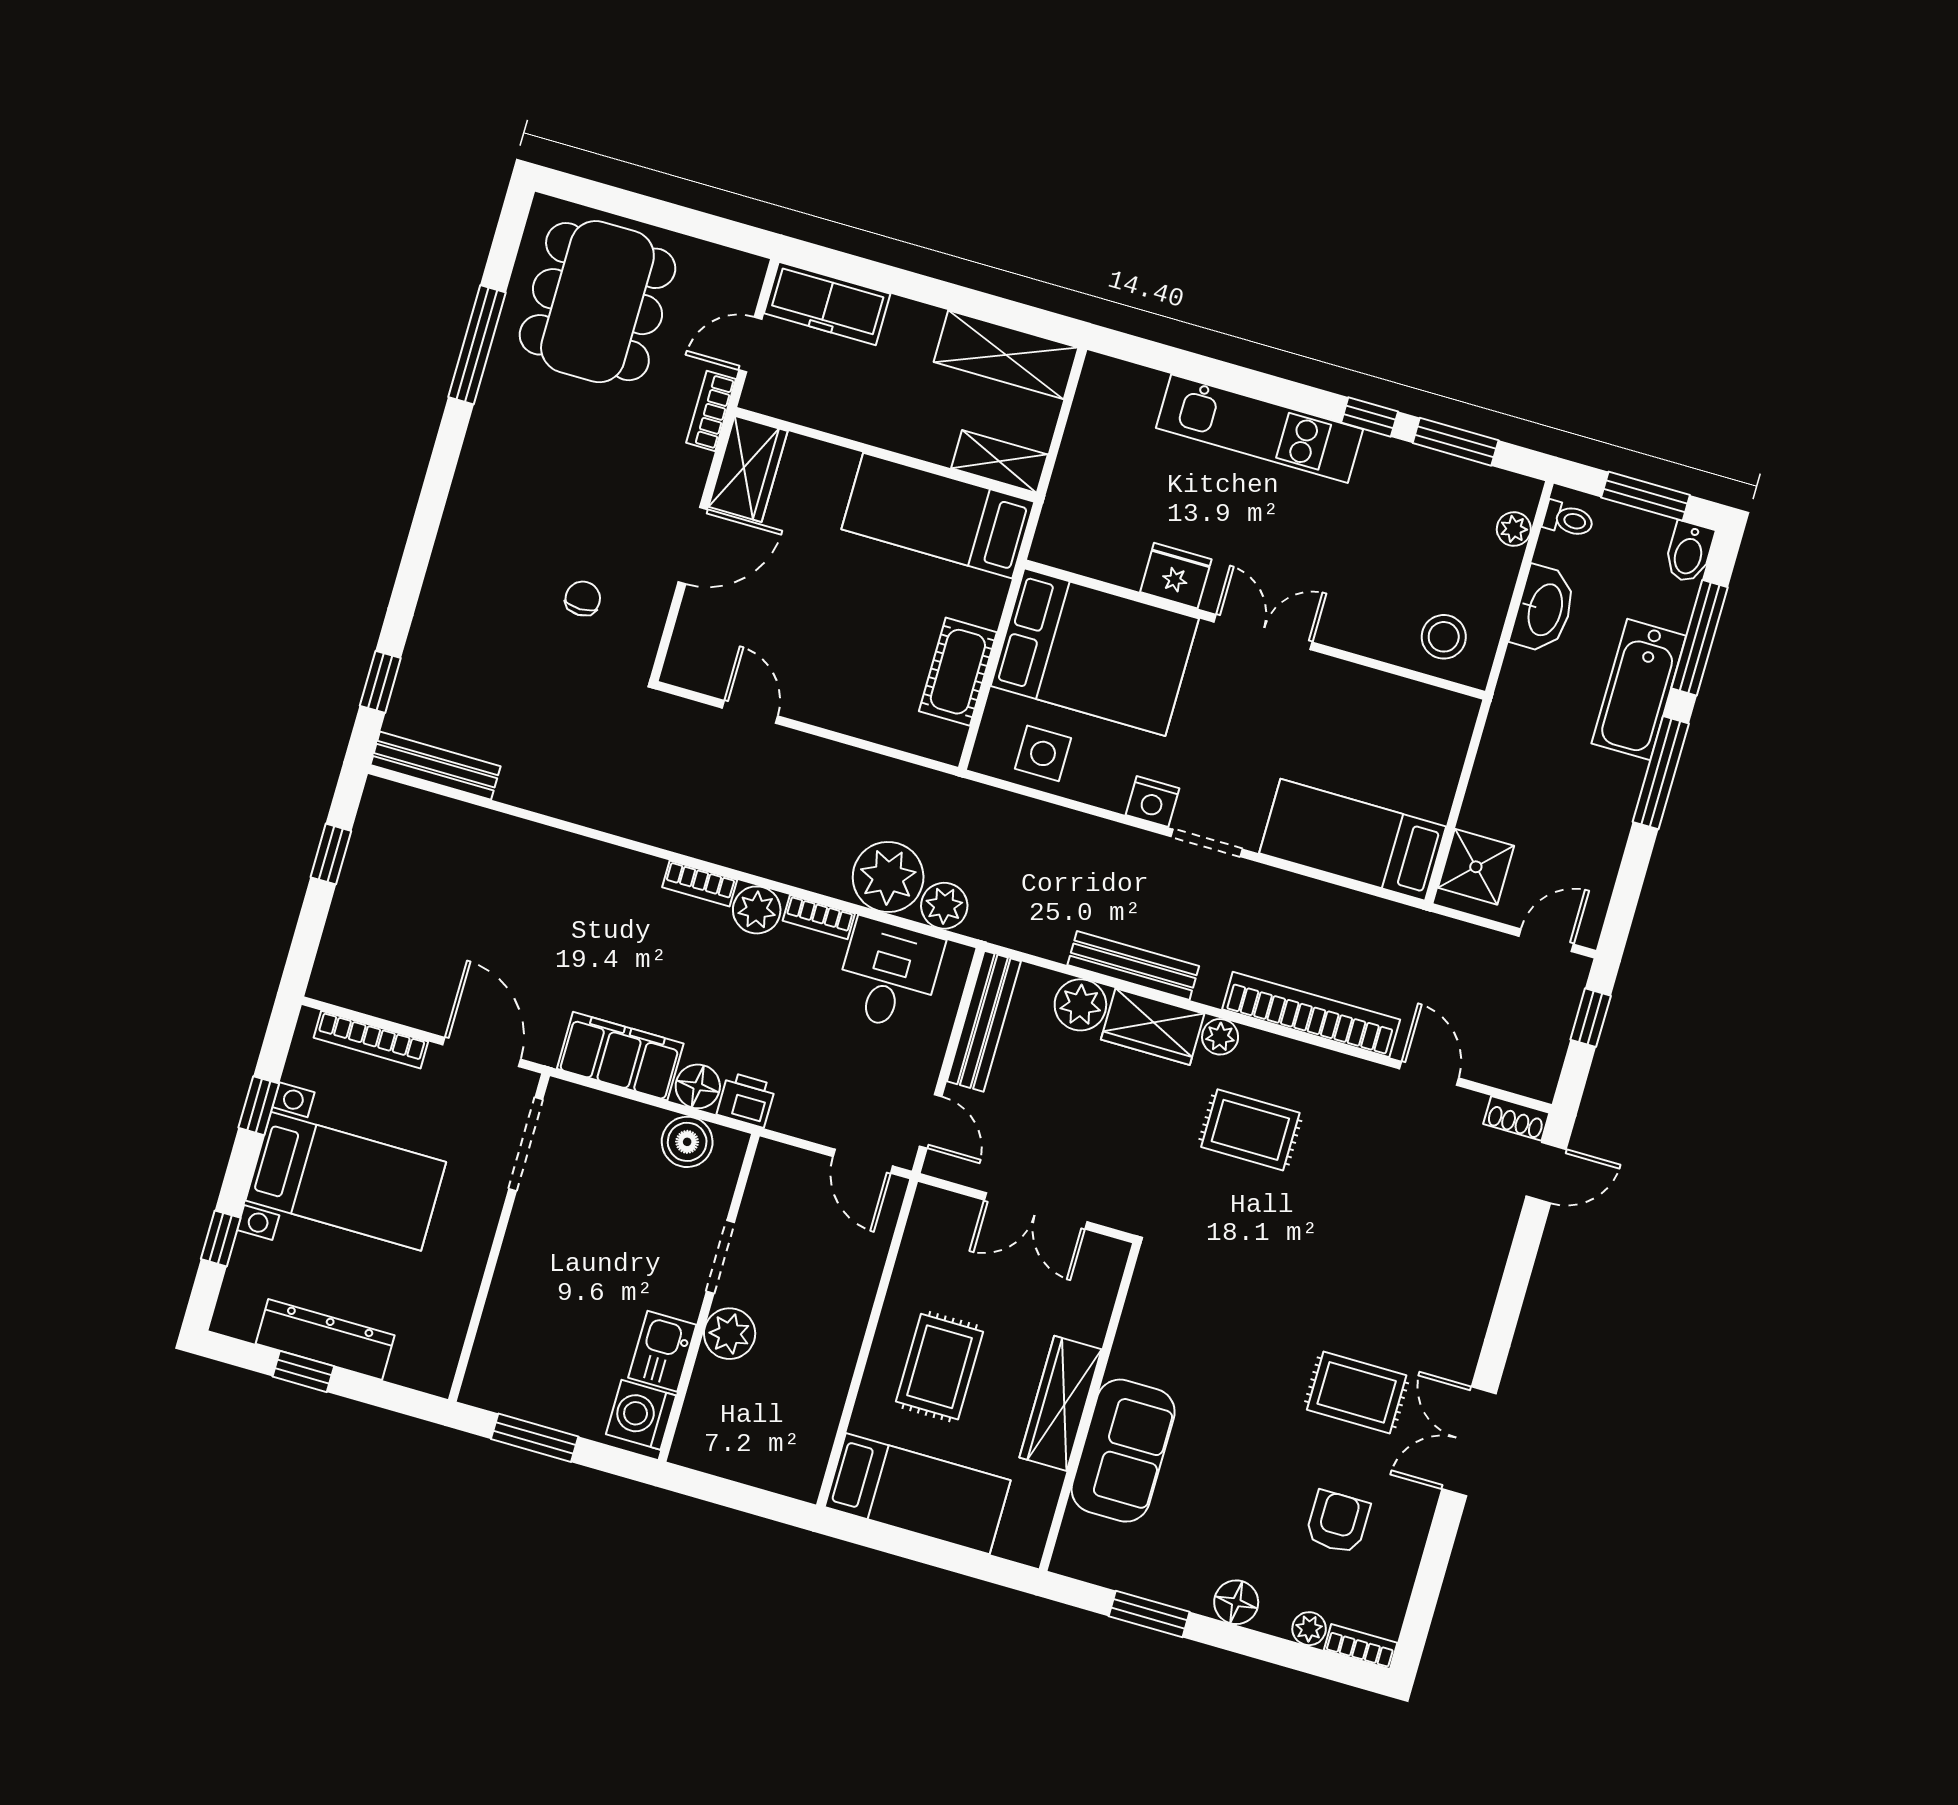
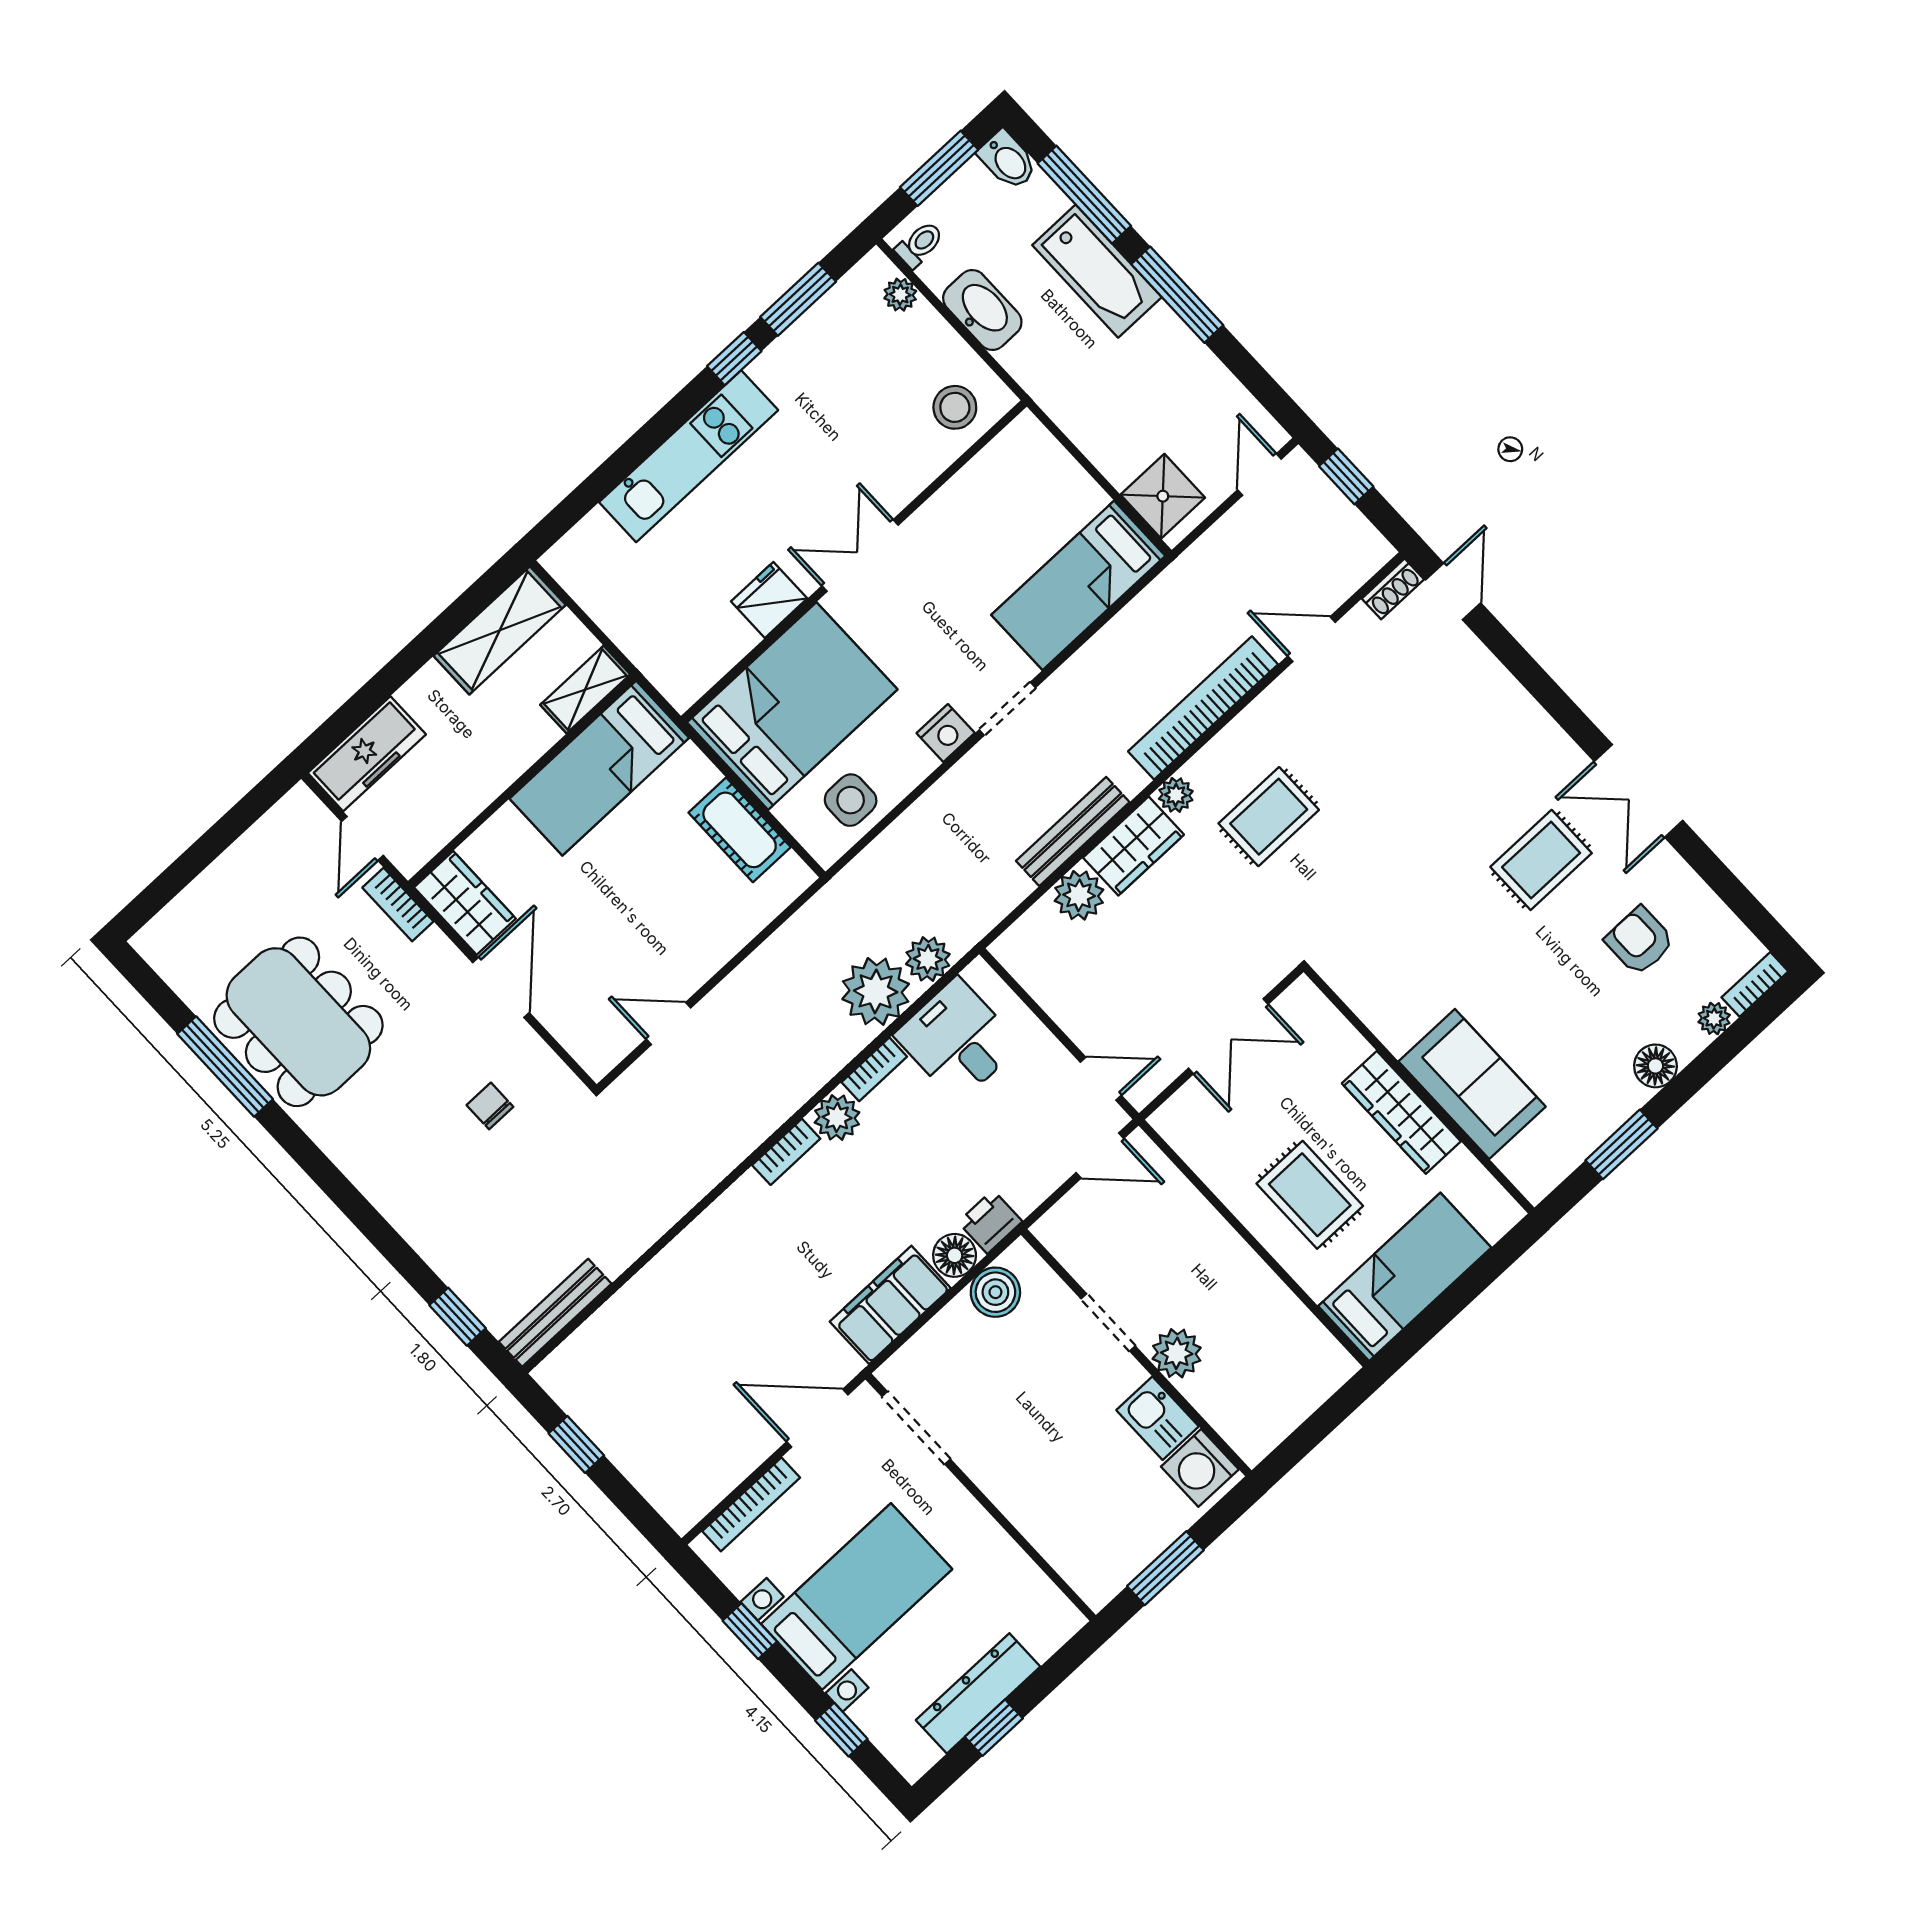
dining table: (597, 302) -> (298, 1022), moved
bench: (984, 1021) -> (1044, 984), removed

